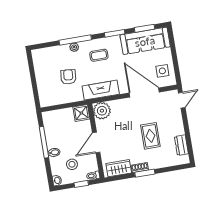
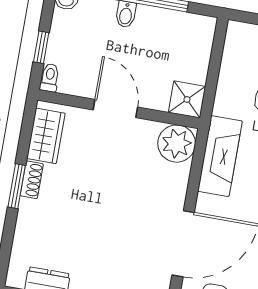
rug: (150, 136) -> (89, 225), removed
stool: (72, 164) -> (88, 43), removed

